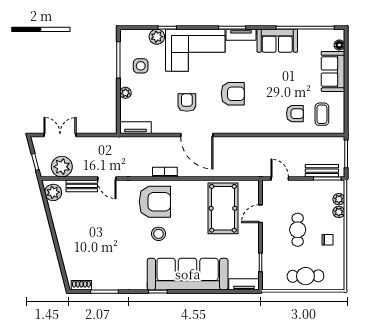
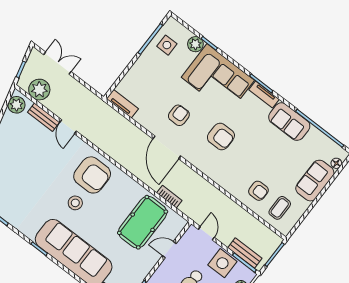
side table: (141, 66) -> (167, 45), moved
plant: (125, 93) -> (136, 70), removed
bookcase: (165, 172) -> (169, 197), moved
side table: (310, 192) -> (222, 263), added

